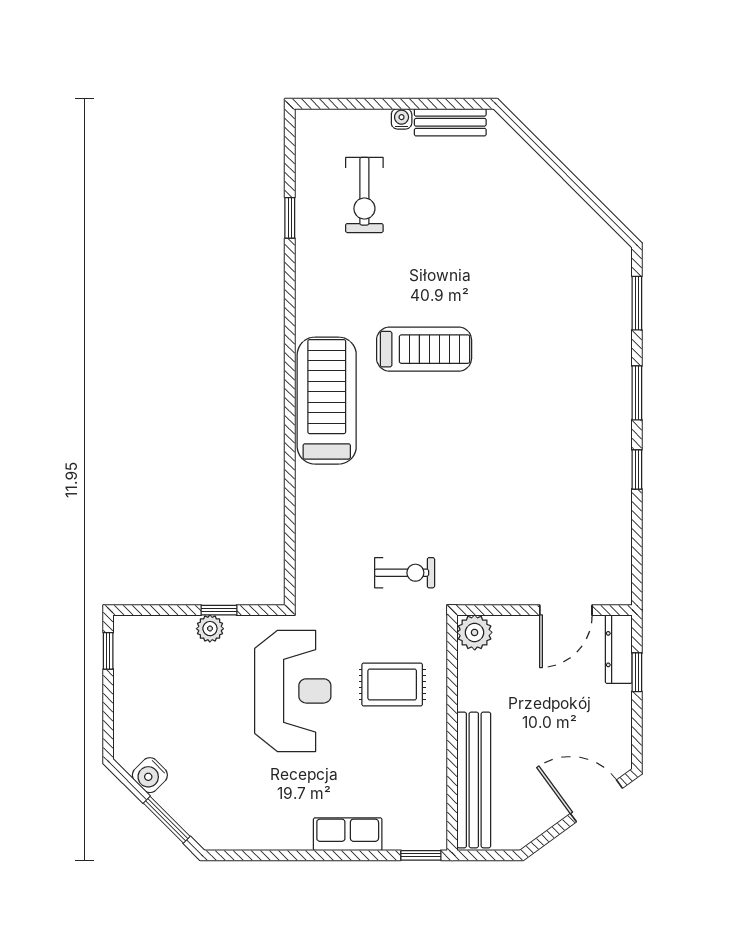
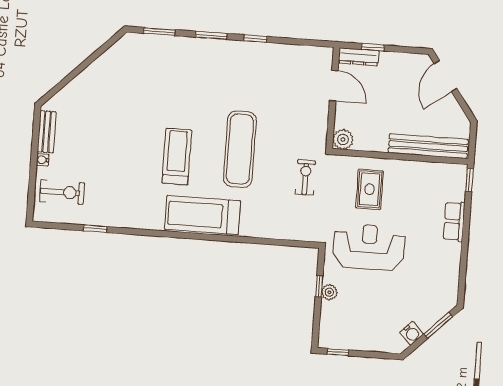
exercise bike: (364, 195) -> (62, 192), moved
exercise mat: (445, 457) -> (240, 149), added

